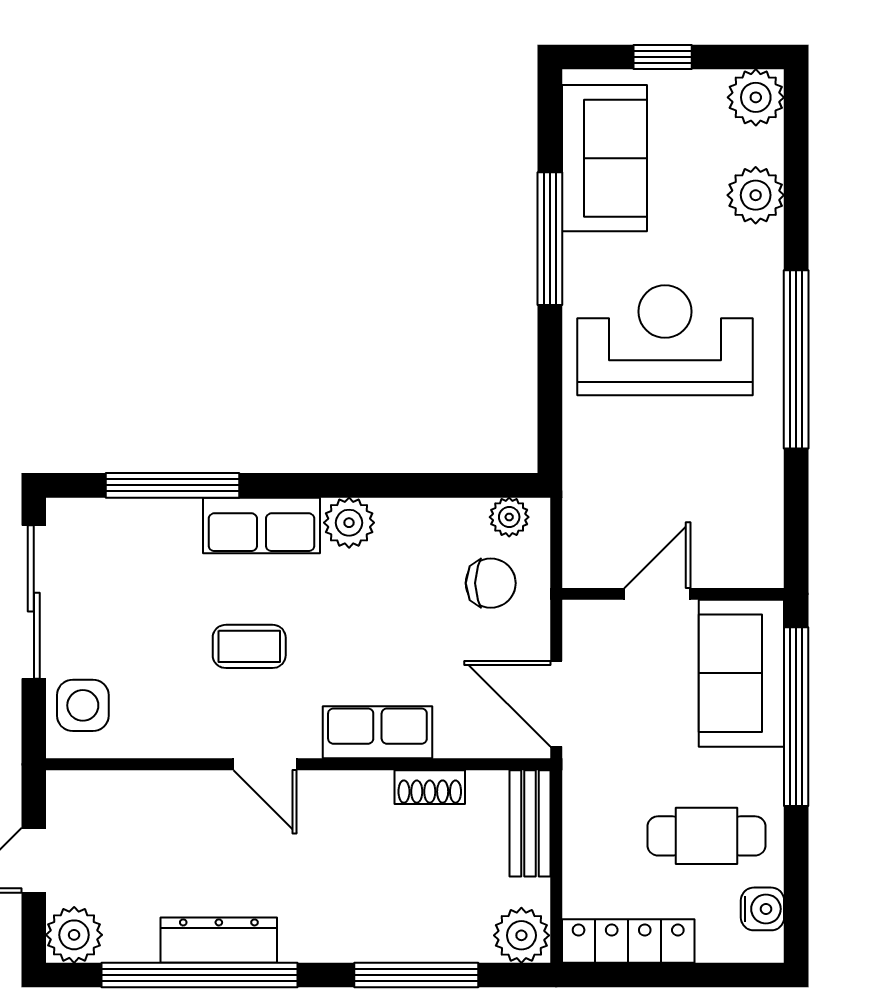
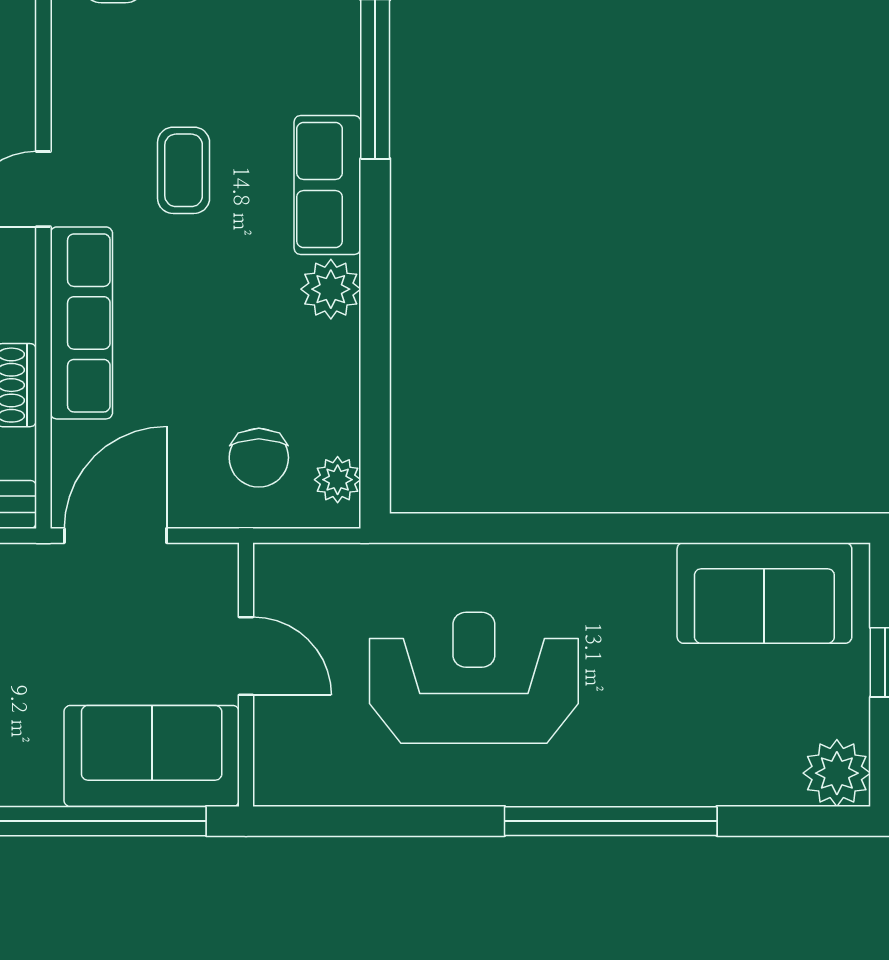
plant: (756, 195) -> (720, 773), removed
window: (550, 239) -> (669, 528), removed
reception desk: (665, 340) -> (474, 678), moved, turned -90
window: (796, 359) -> (611, 821), moved
row of seats: (377, 732) -> (81, 323), width x1.48

